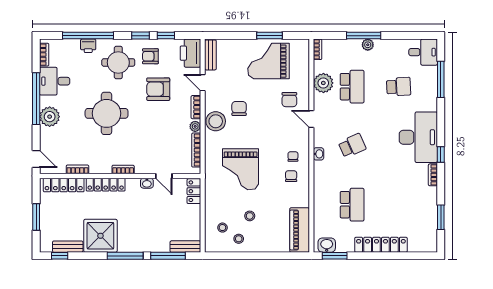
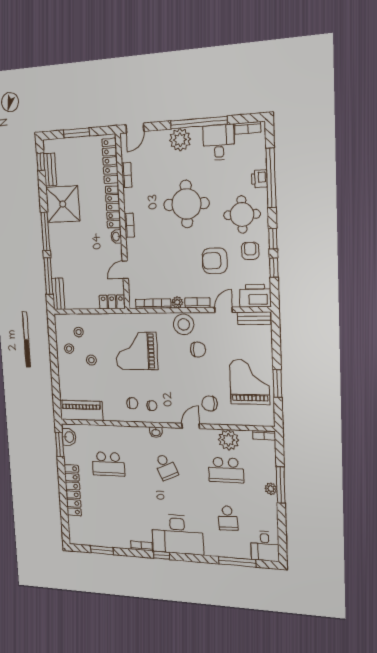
armchair: (158, 89) -> (215, 261), turned -90
washbasin: (147, 183) -> (116, 237), moved

